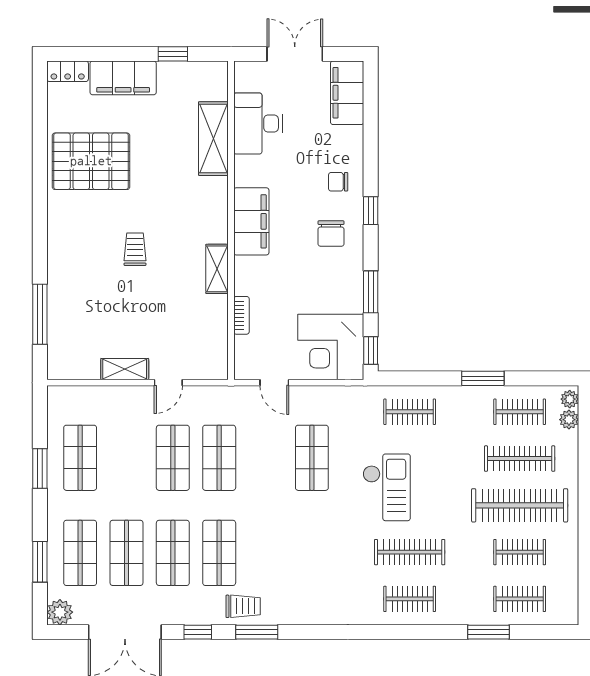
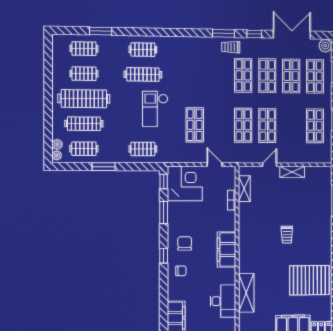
shelving: (217, 269) -> (244, 189), moved

